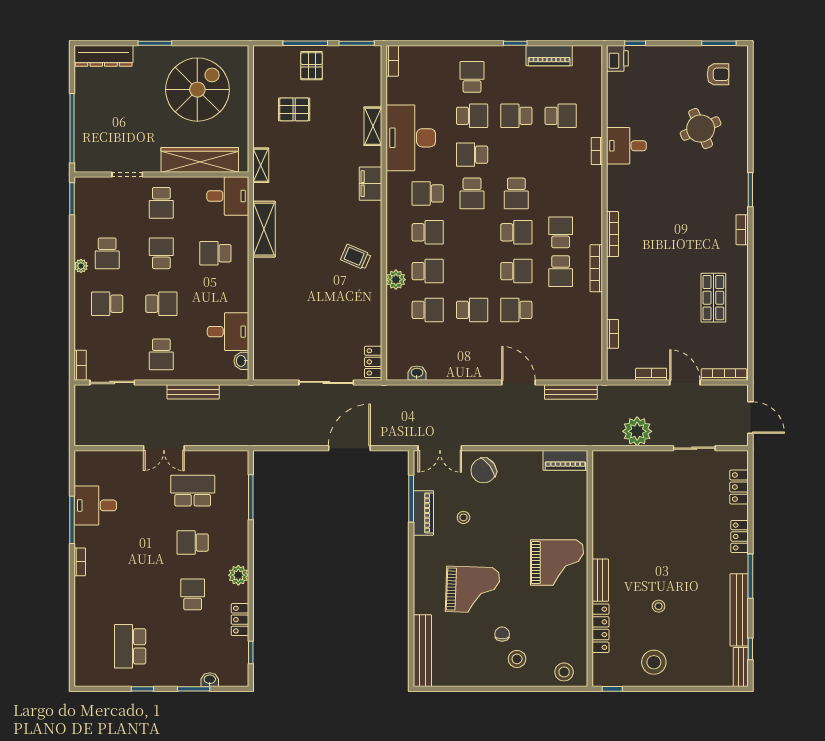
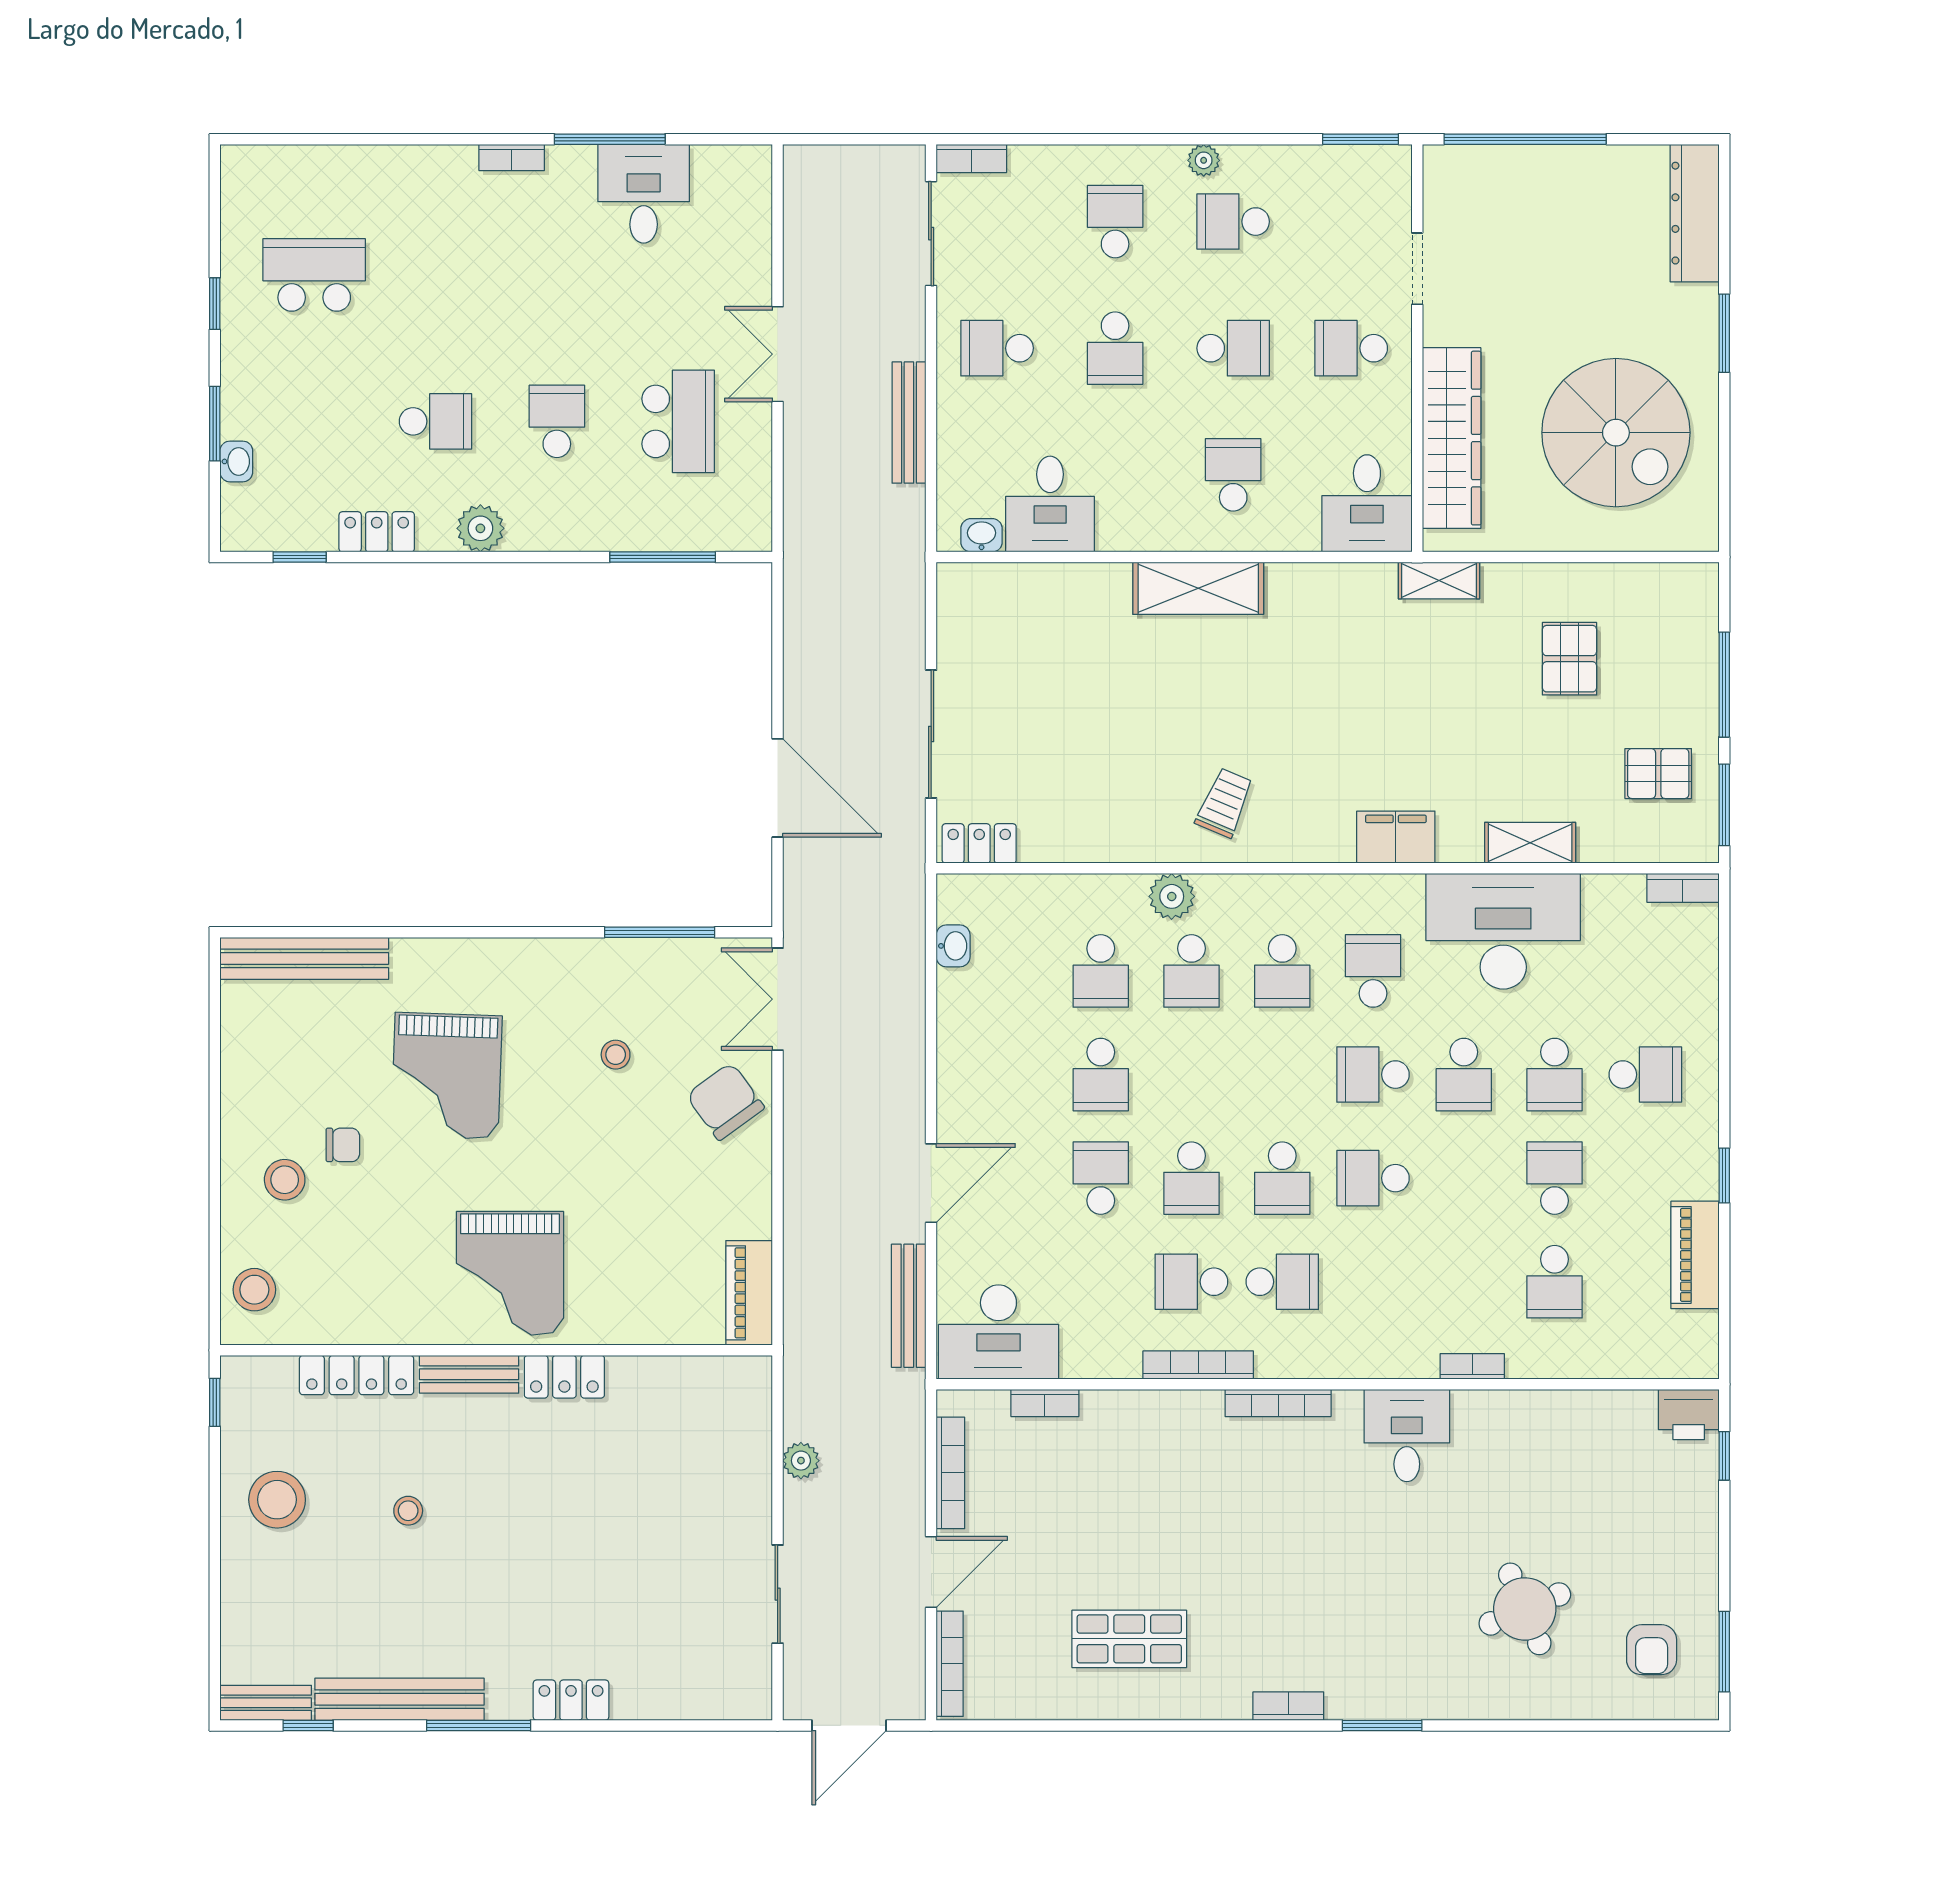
pallet: (312, 66) -> (1658, 774), moved
desk: (626, 146) -> (1407, 1436), moved
school desk: (472, 155) -> (1464, 1075), turned 180
shelving: (264, 229) -> (1198, 588), moved
desk: (582, 354) -> (998, 1332), added
bookcase: (651, 374) -> (950, 1473), width x1.56
plant: (637, 431) -> (801, 1461), width x0.53, depth x0.53
locker: (739, 487) -> (564, 1377), moved, turned 180
piano: (423, 513) -> (626, 961), removed

